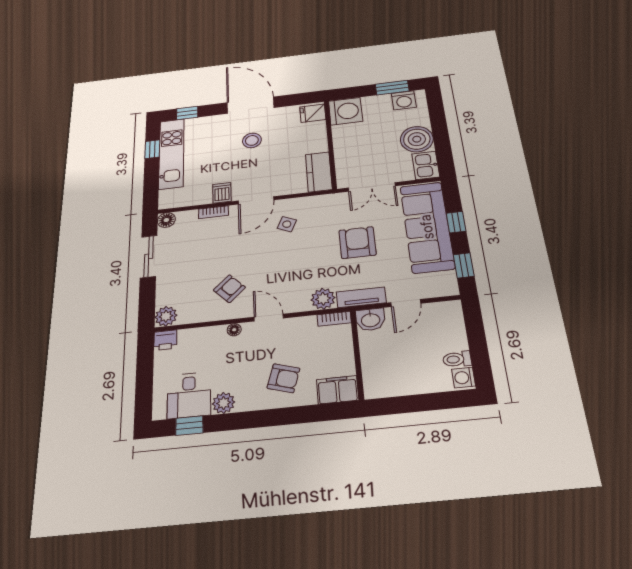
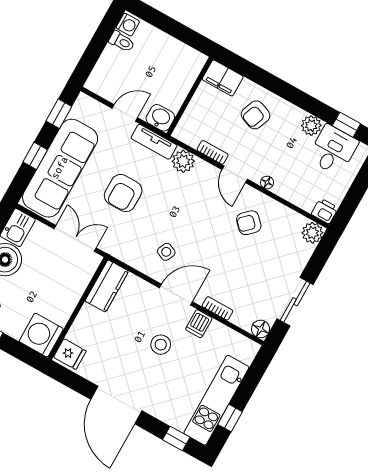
stool: (252, 140) -> (161, 345), moved
bookcase: (334, 319) -> (213, 152), moved
armchair: (283, 378) -> (256, 115), turned -86

